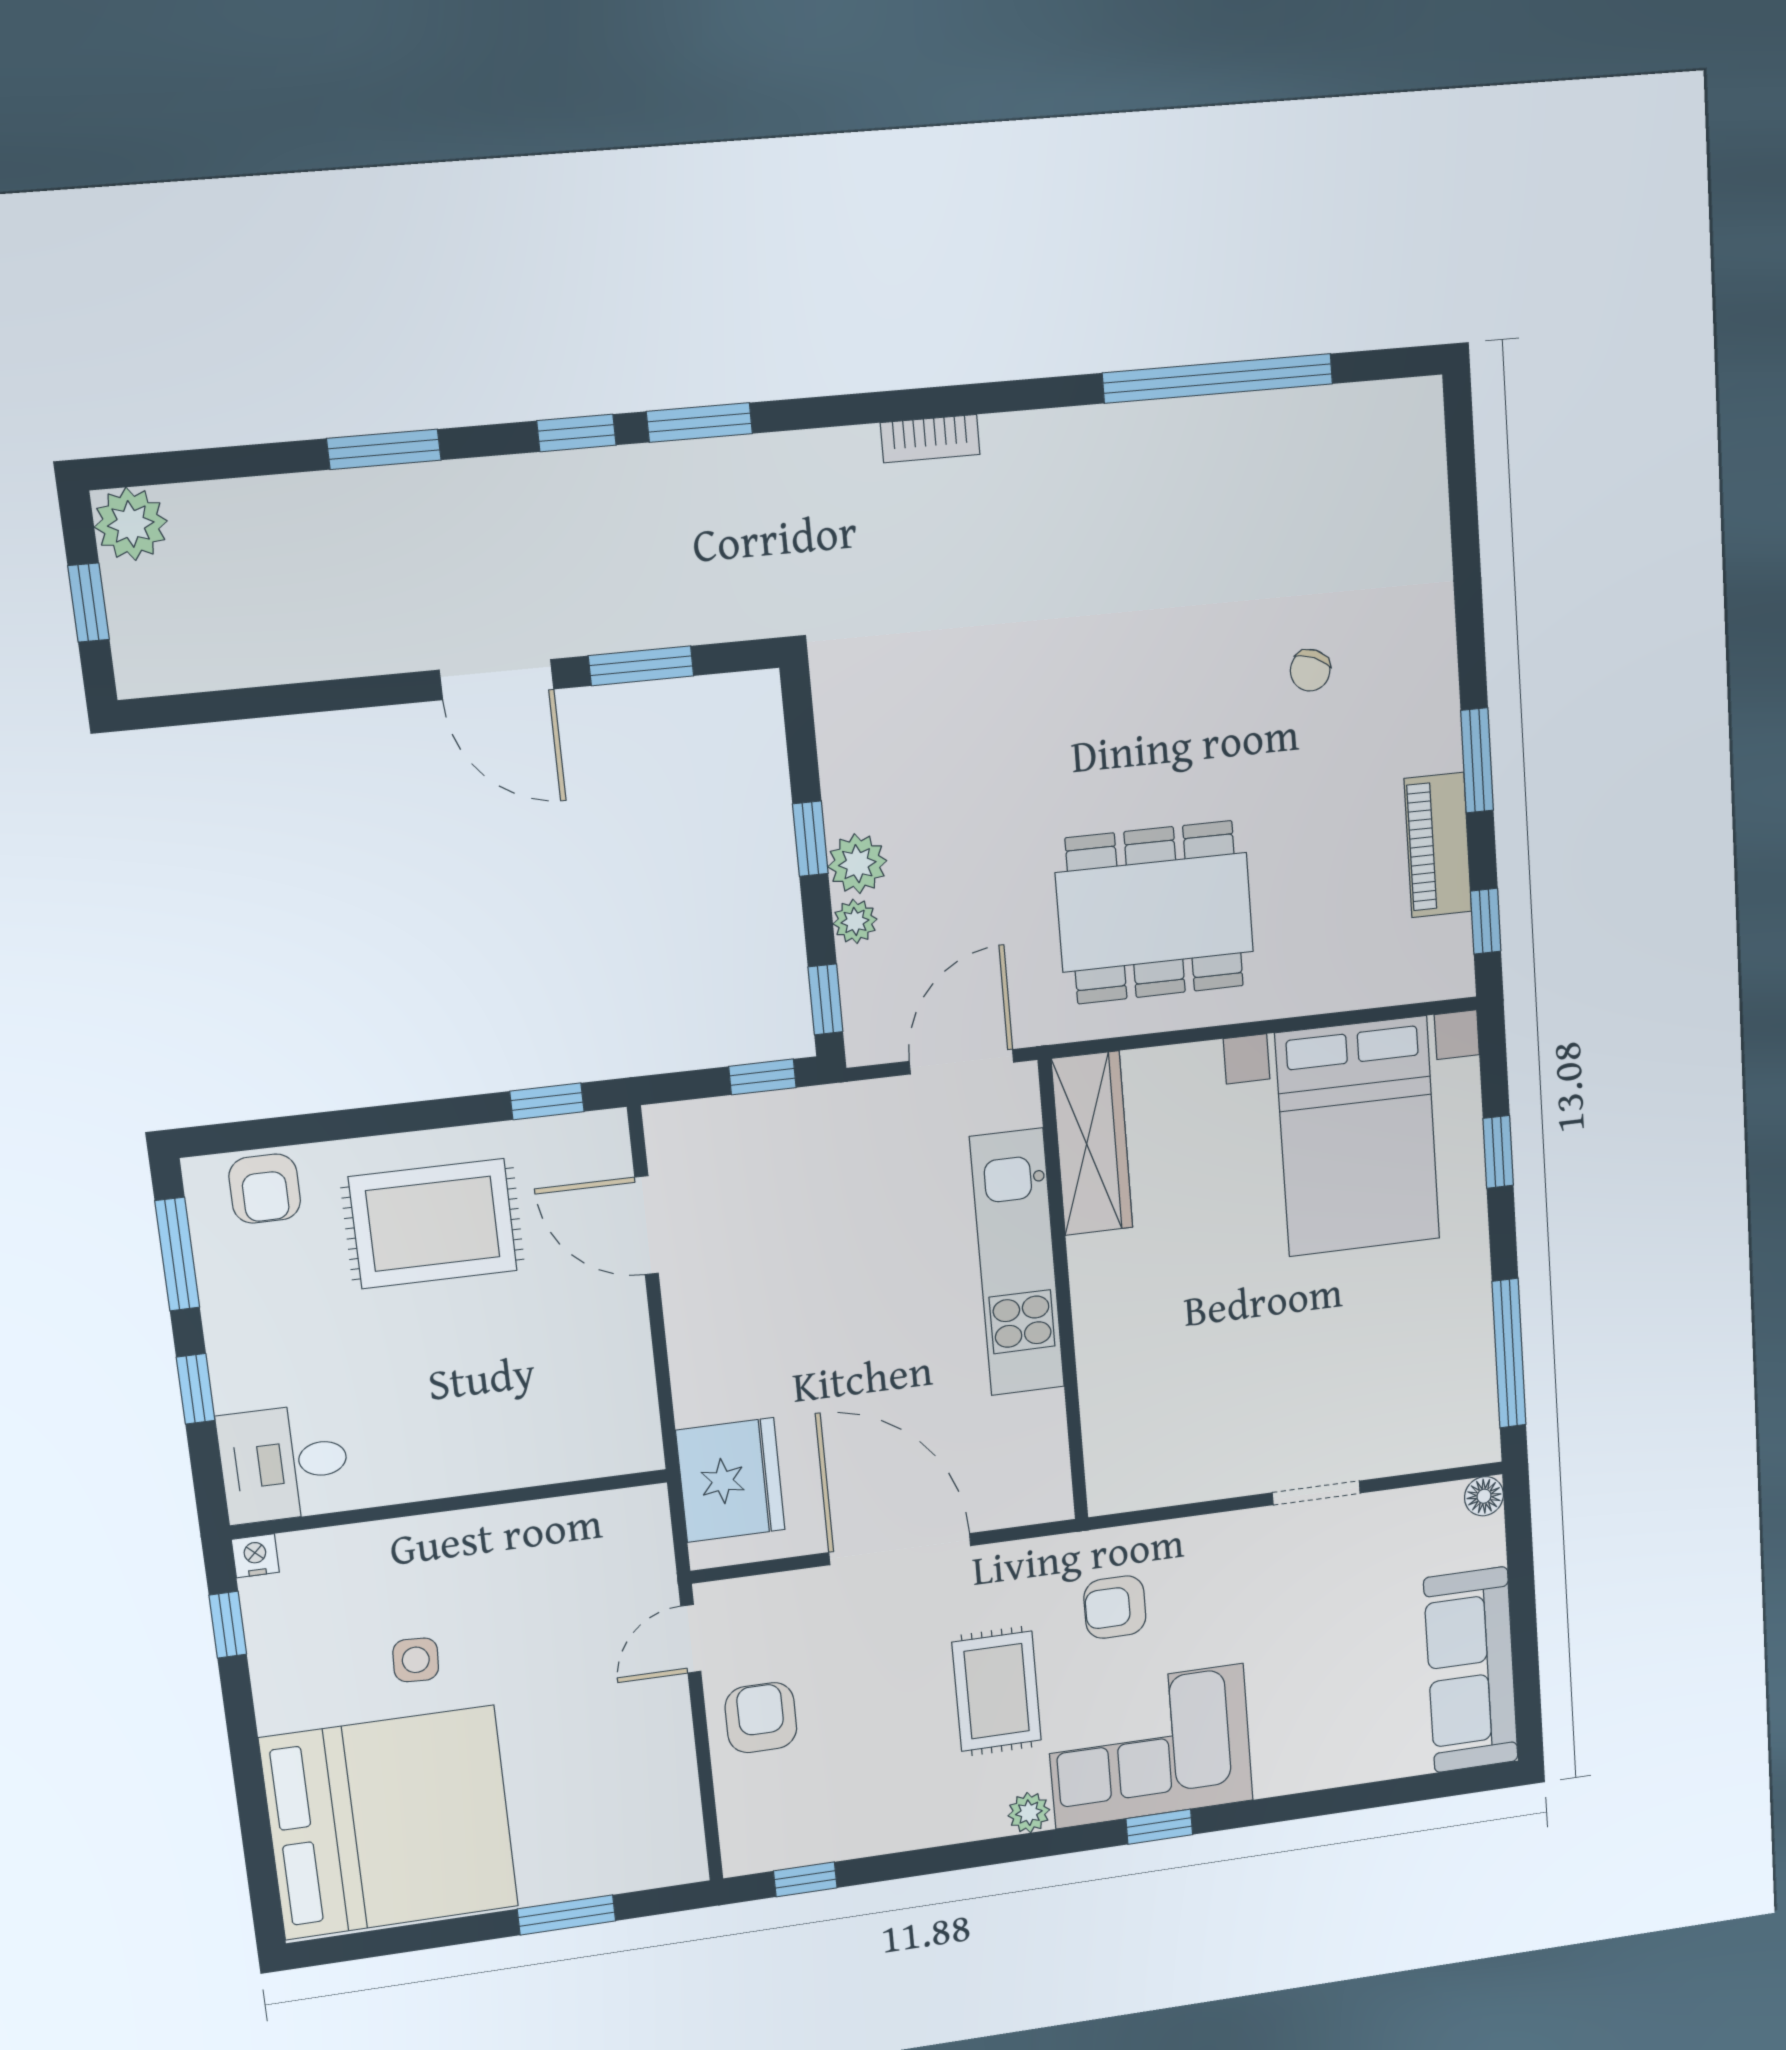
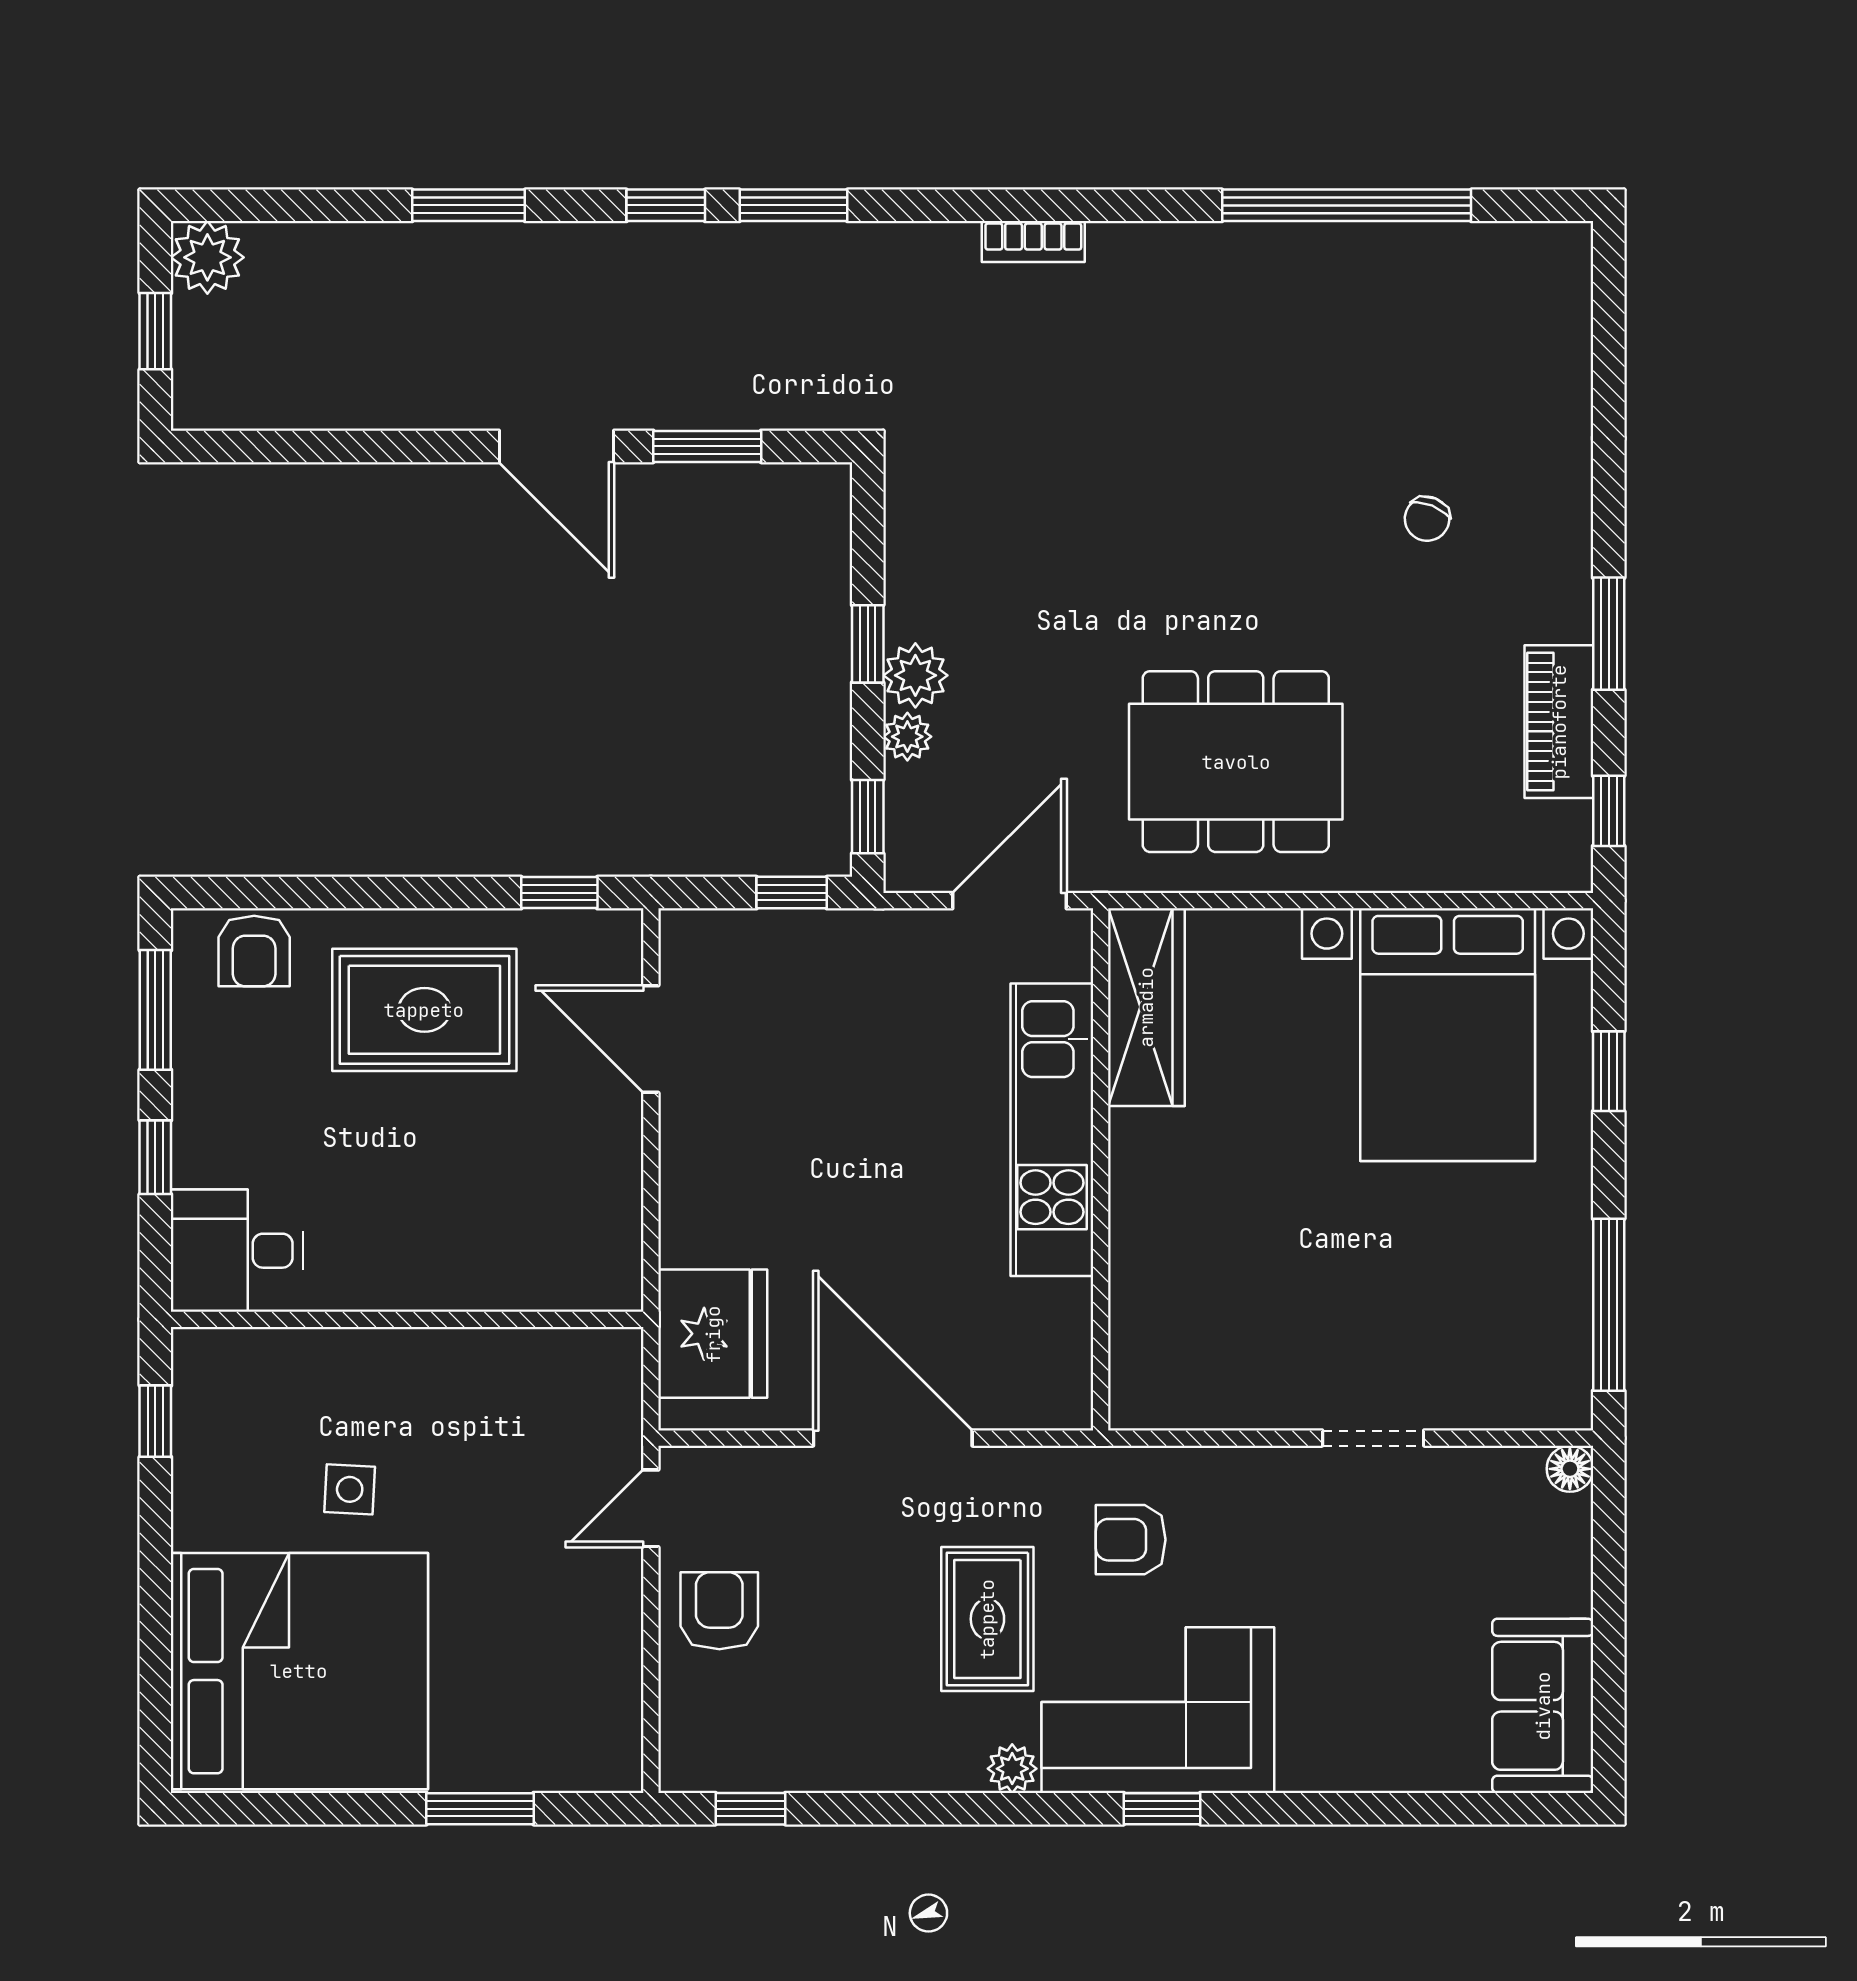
nightstand: (255, 1556) -> (194, 1349), removed
sofa: (1471, 1670) -> (1543, 1706), width x0.73

